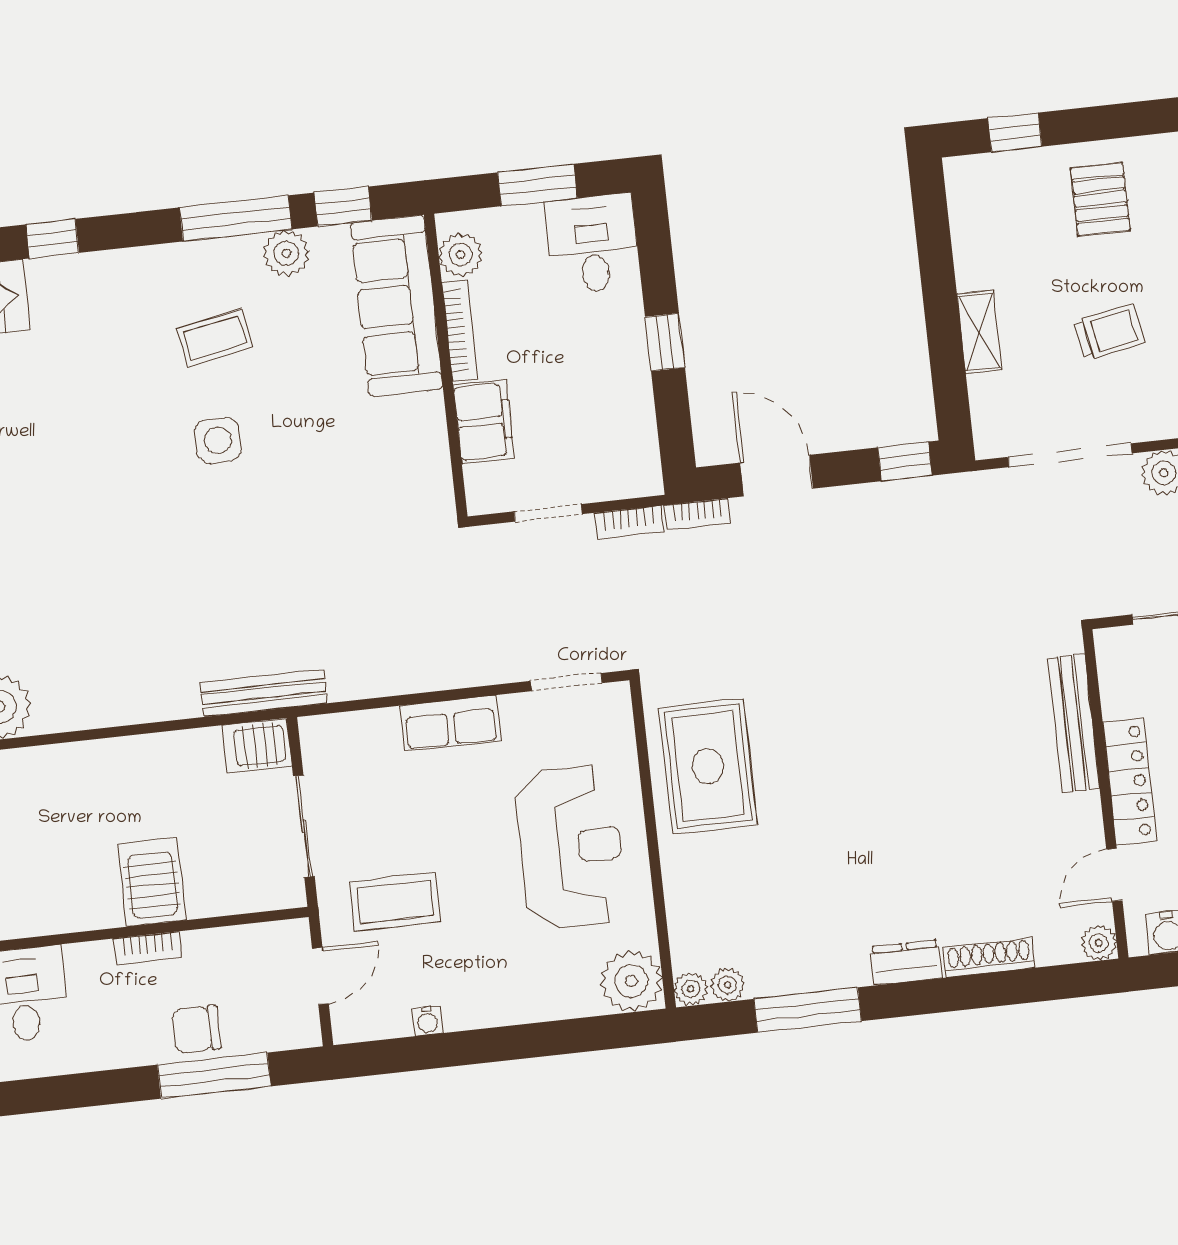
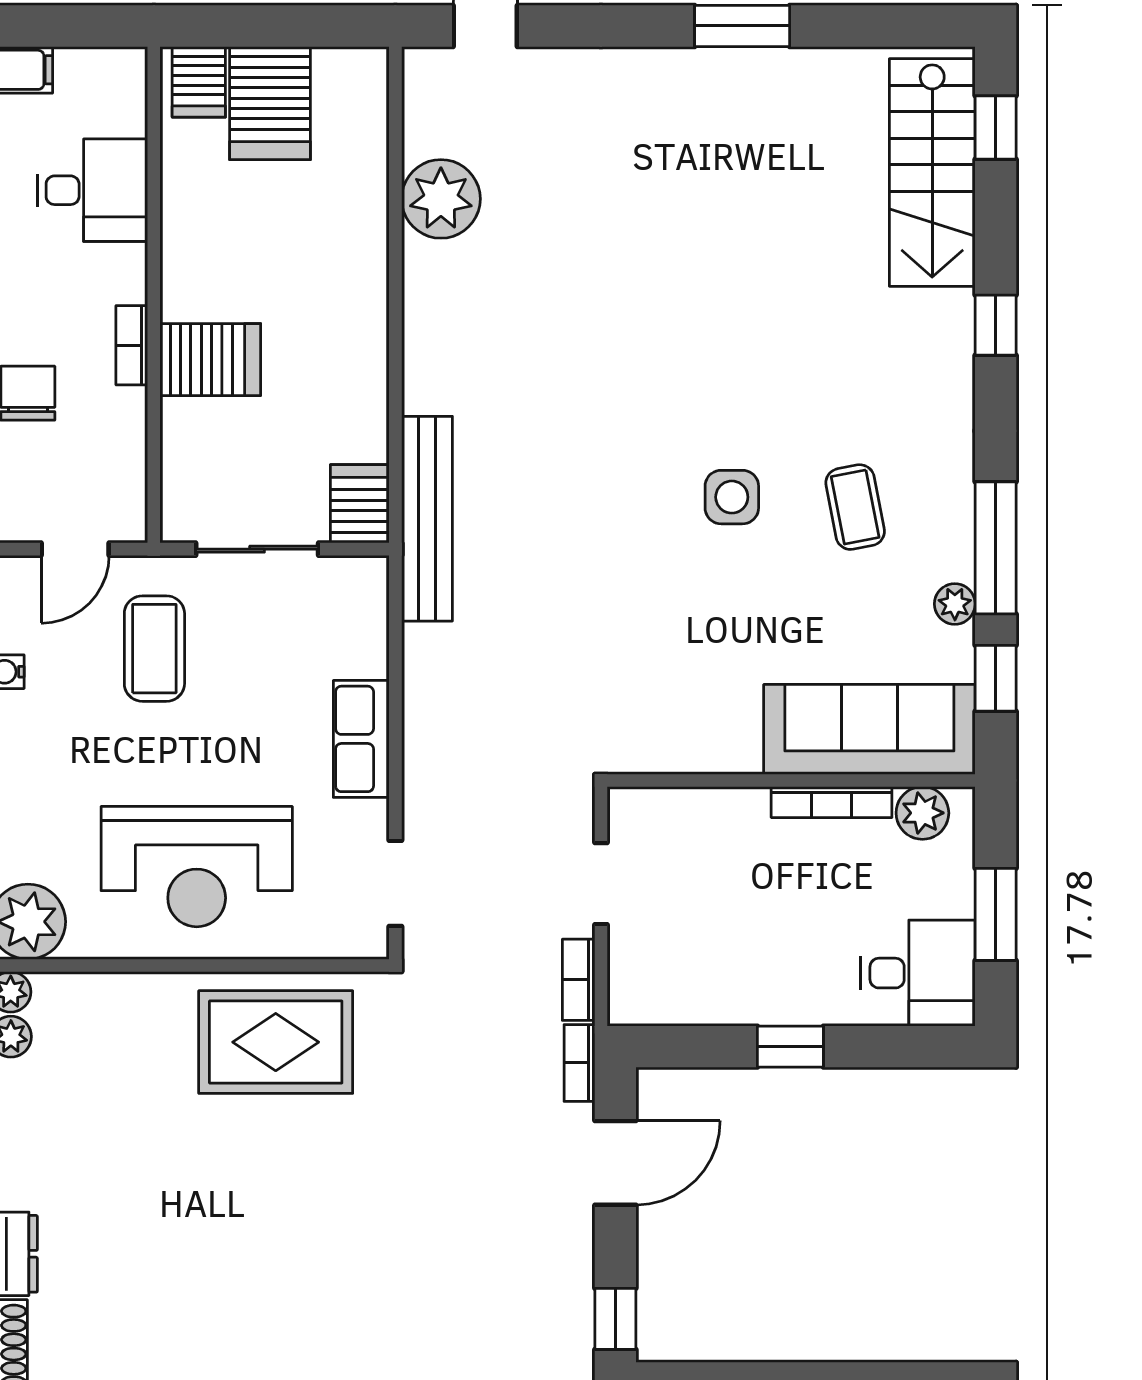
plant: (286, 253) -> (955, 604), width x0.73, depth x0.73
filing cabinet: (484, 421) -> (719, 819), removed
bench: (264, 693) -> (427, 519), width x1.37, depth x1.21
door: (320, 976) -> (75, 549), hinge flipped

